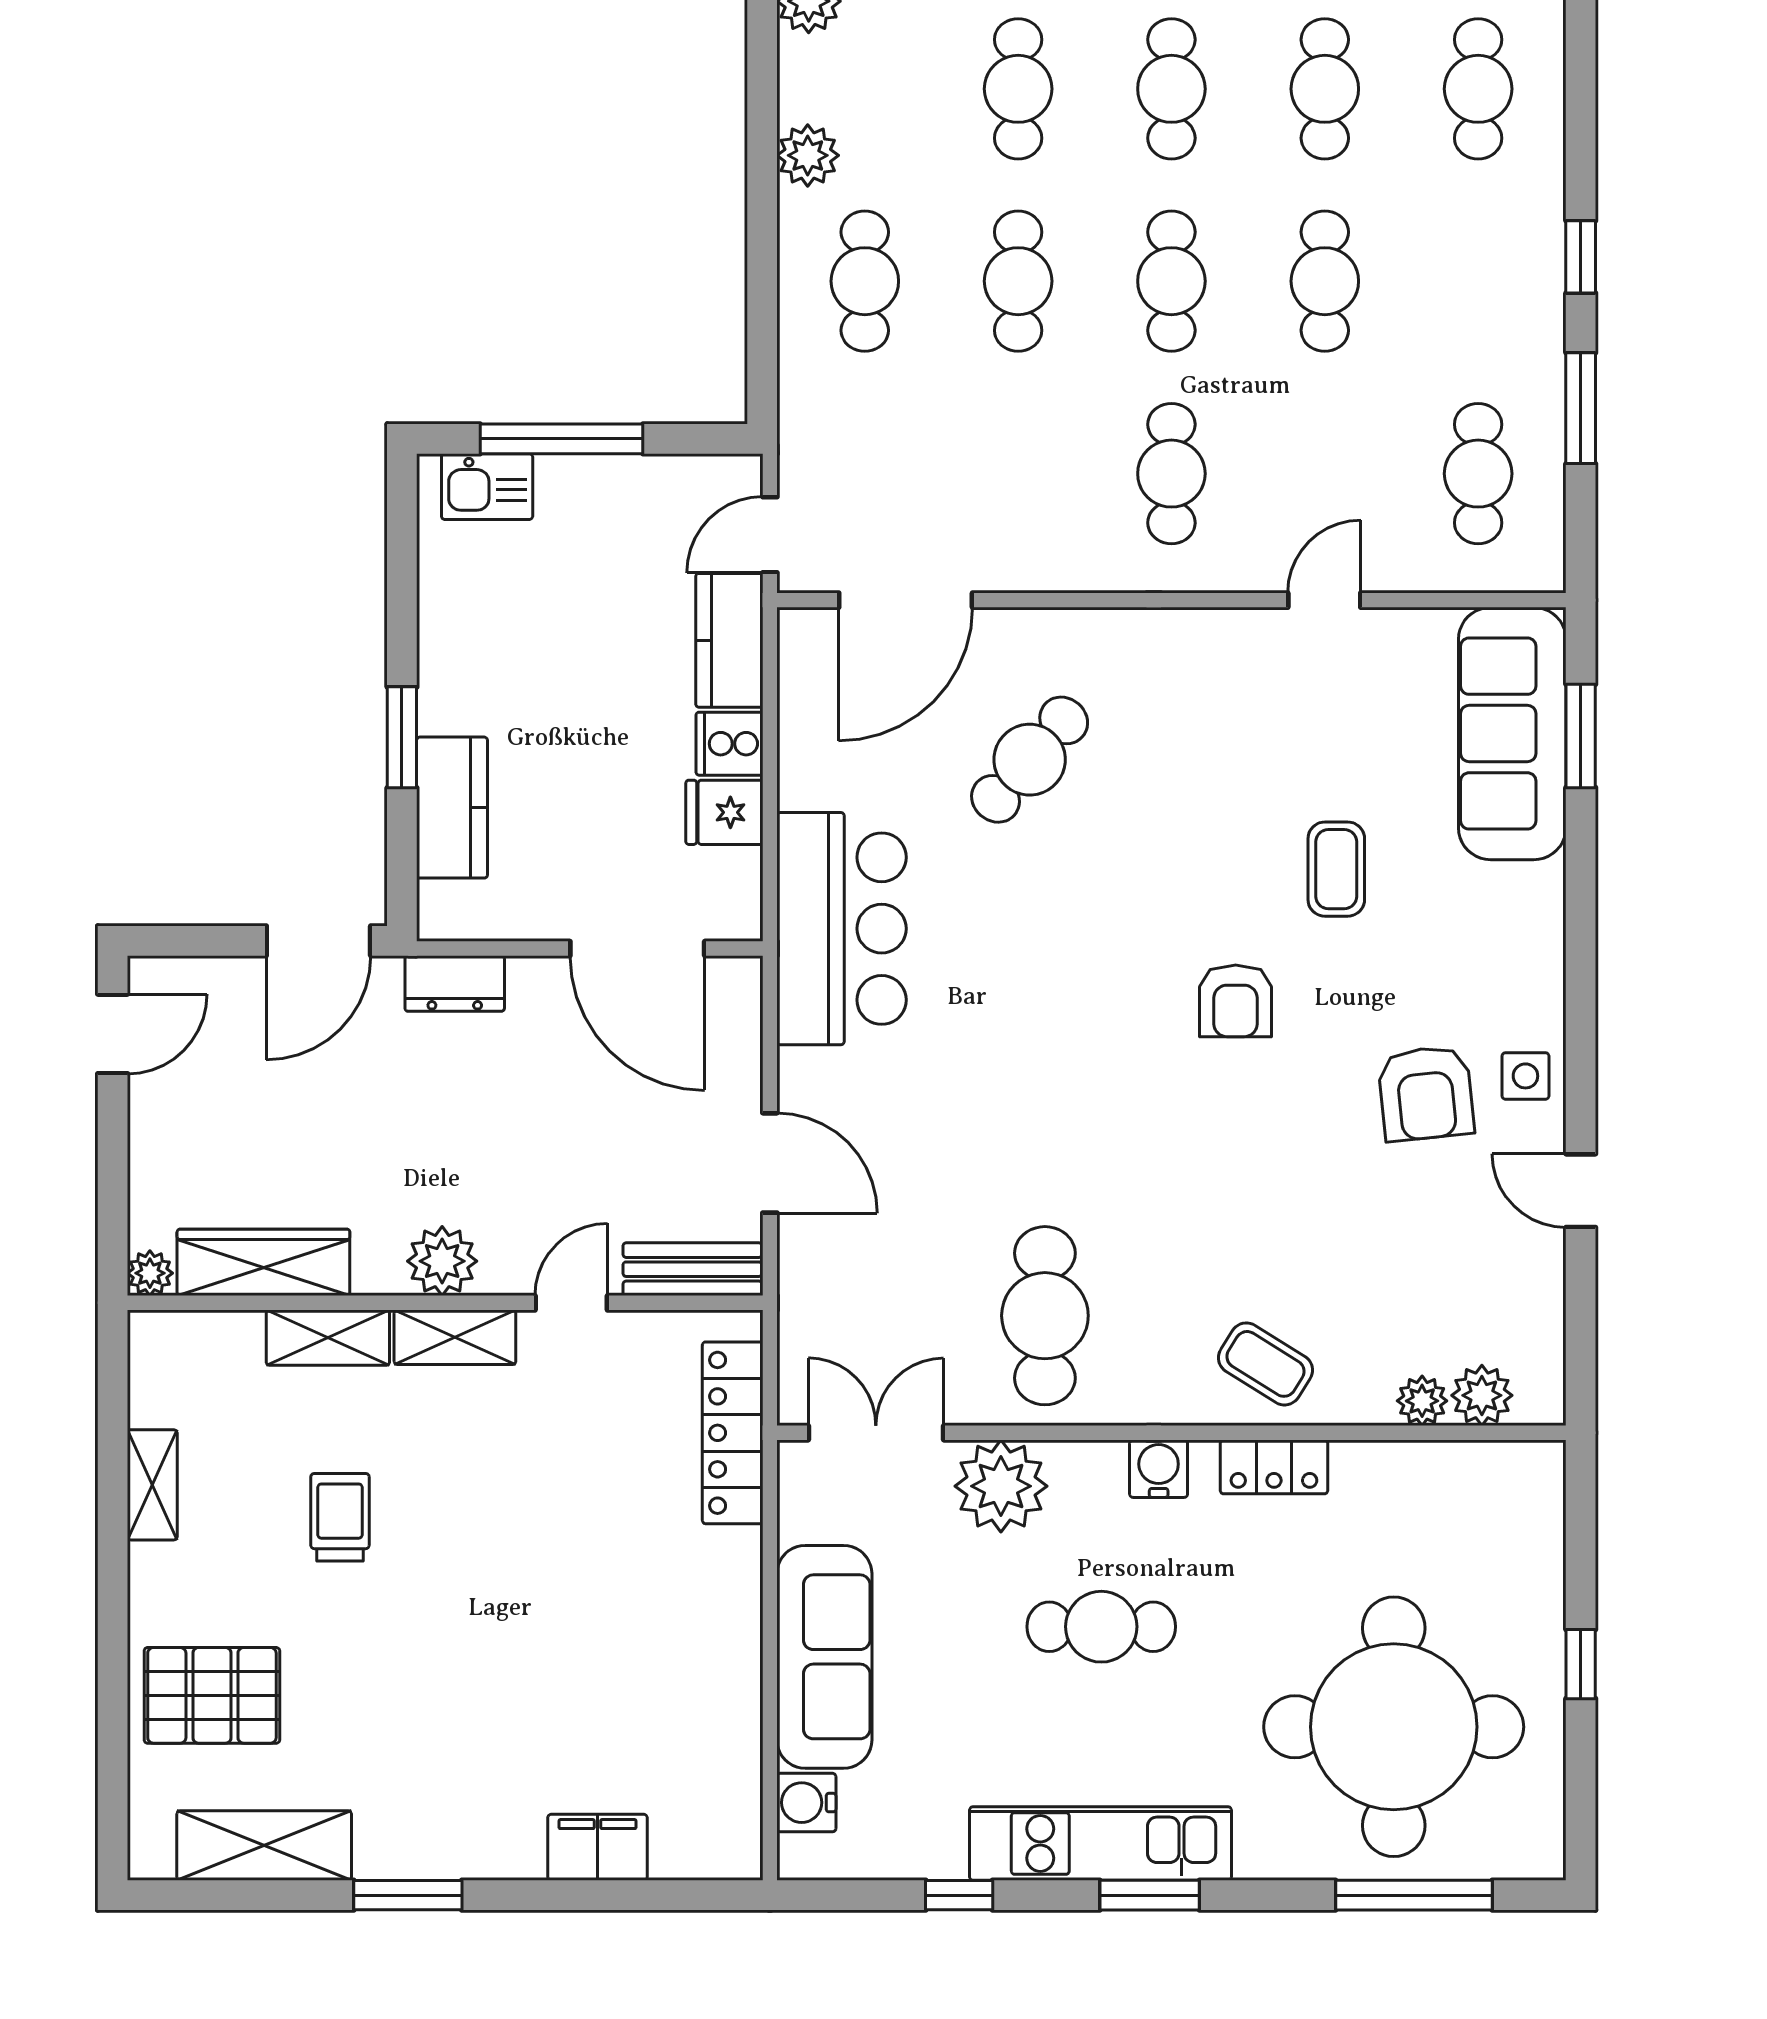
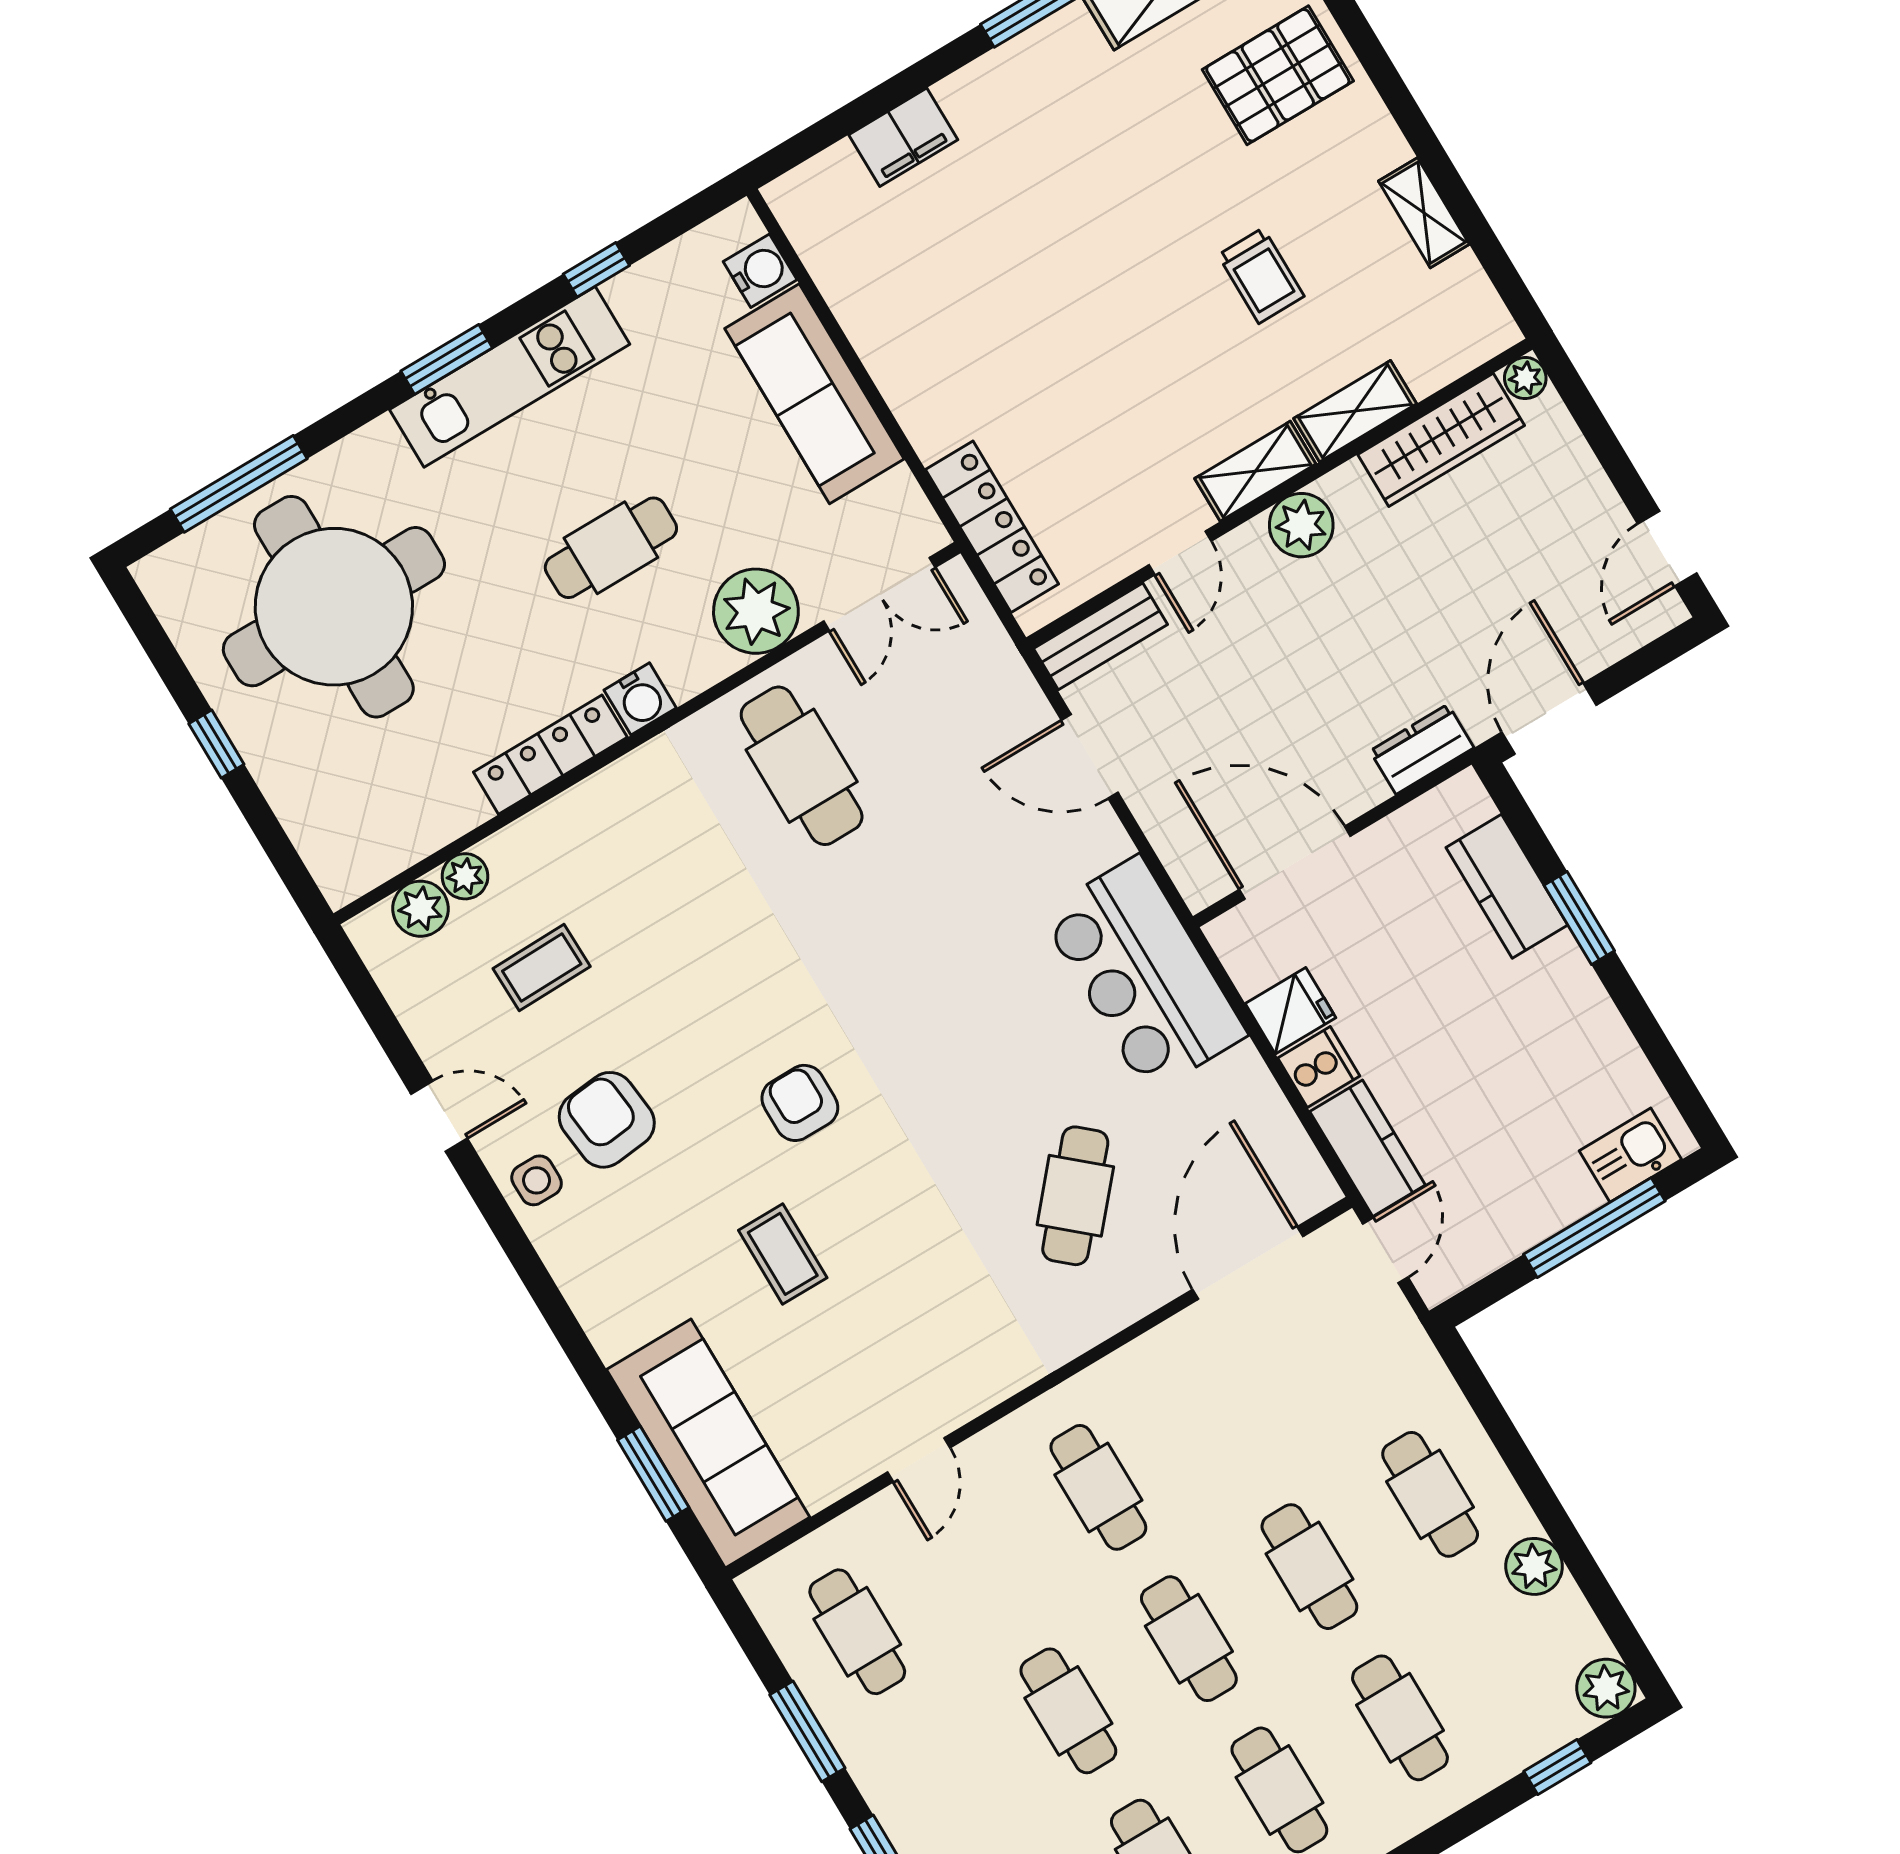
coffee table: (1266, 1364) -> (542, 968), moved, turned -33
locker: (1274, 1467) -> (550, 755), width x1.53

